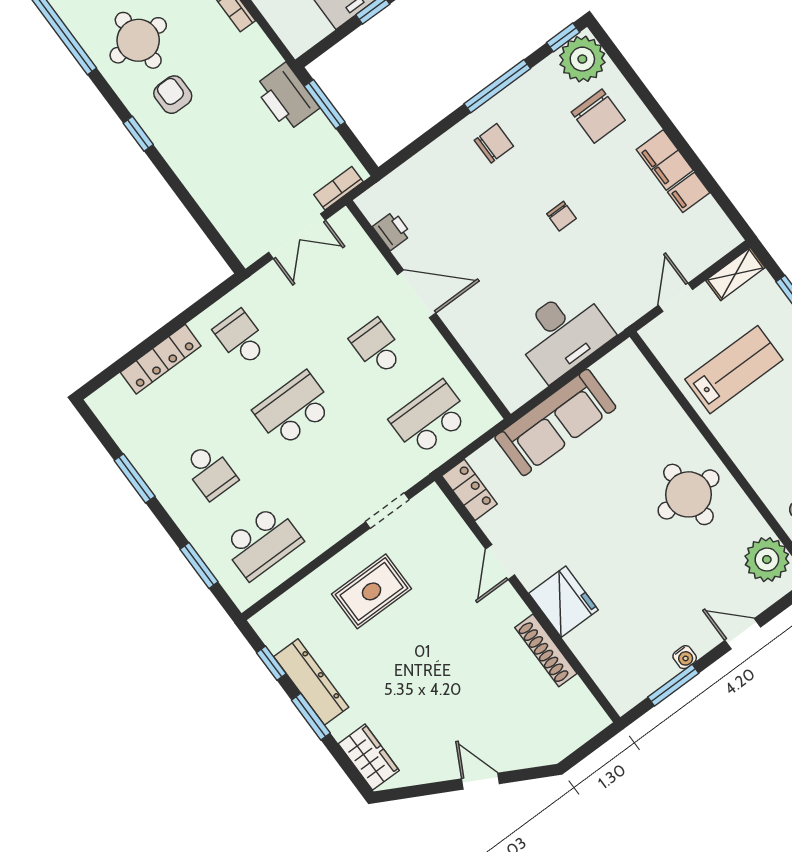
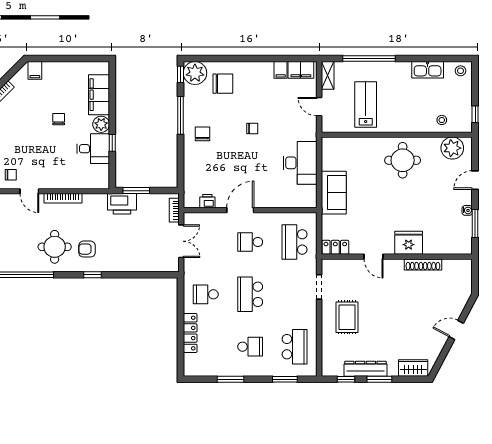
filing cabinet: (665, 160) -> (301, 70), moved
sofa: (555, 422) -> (334, 193), width x0.73

